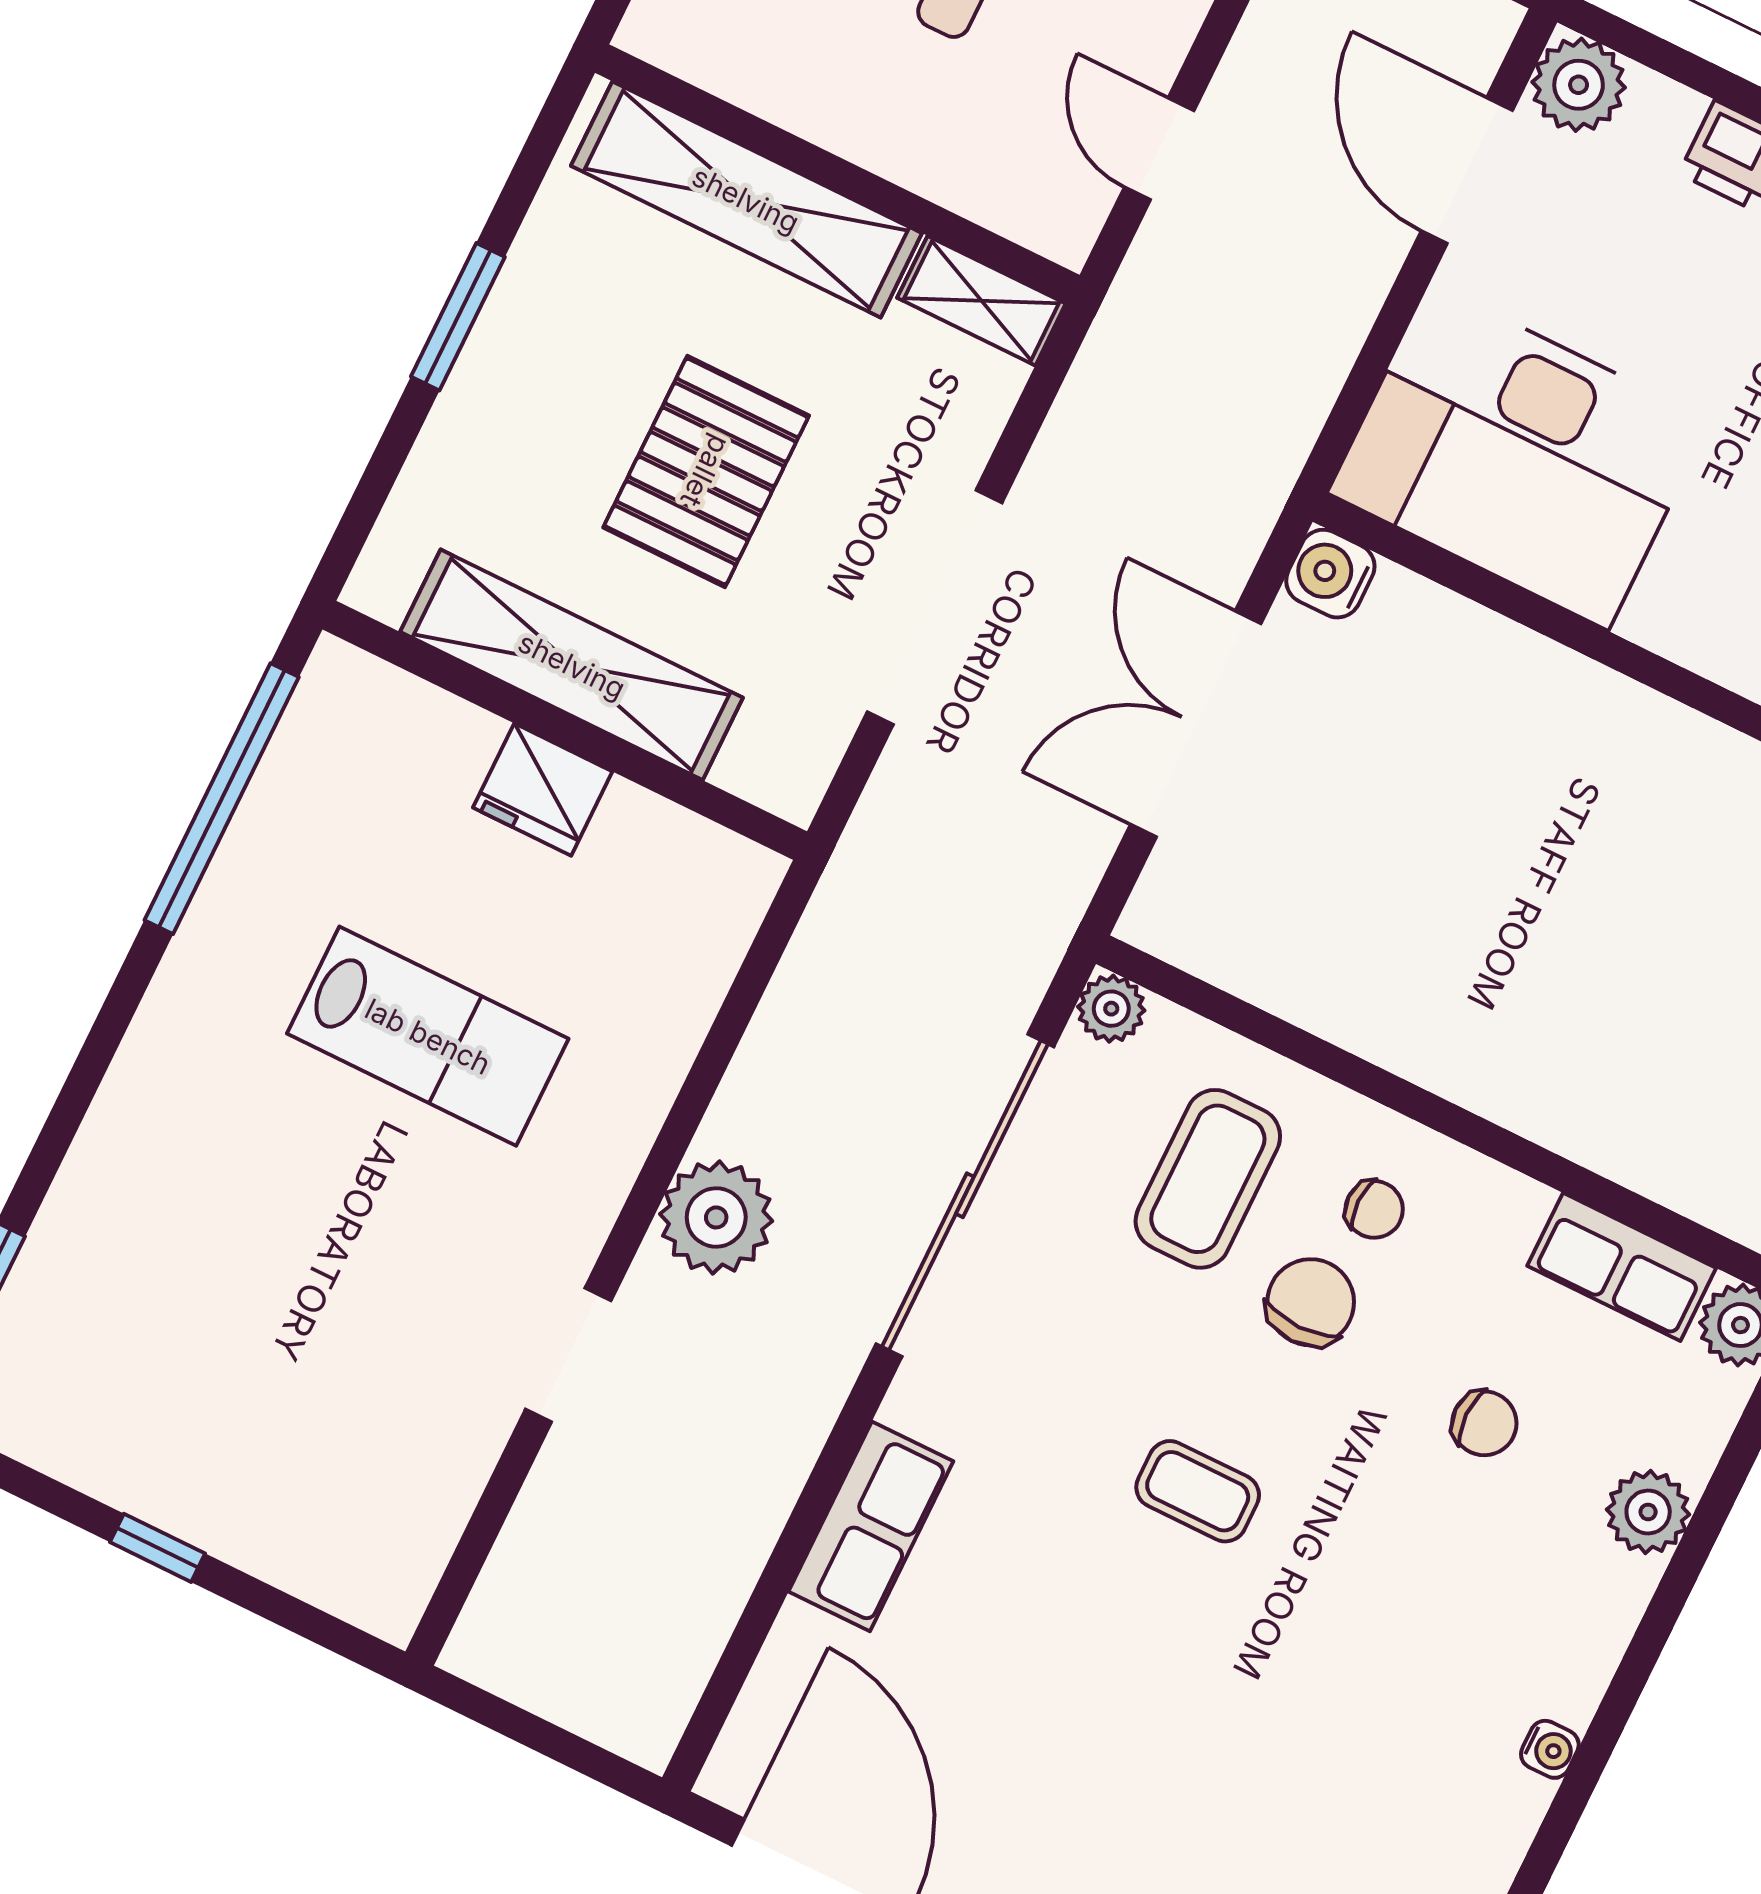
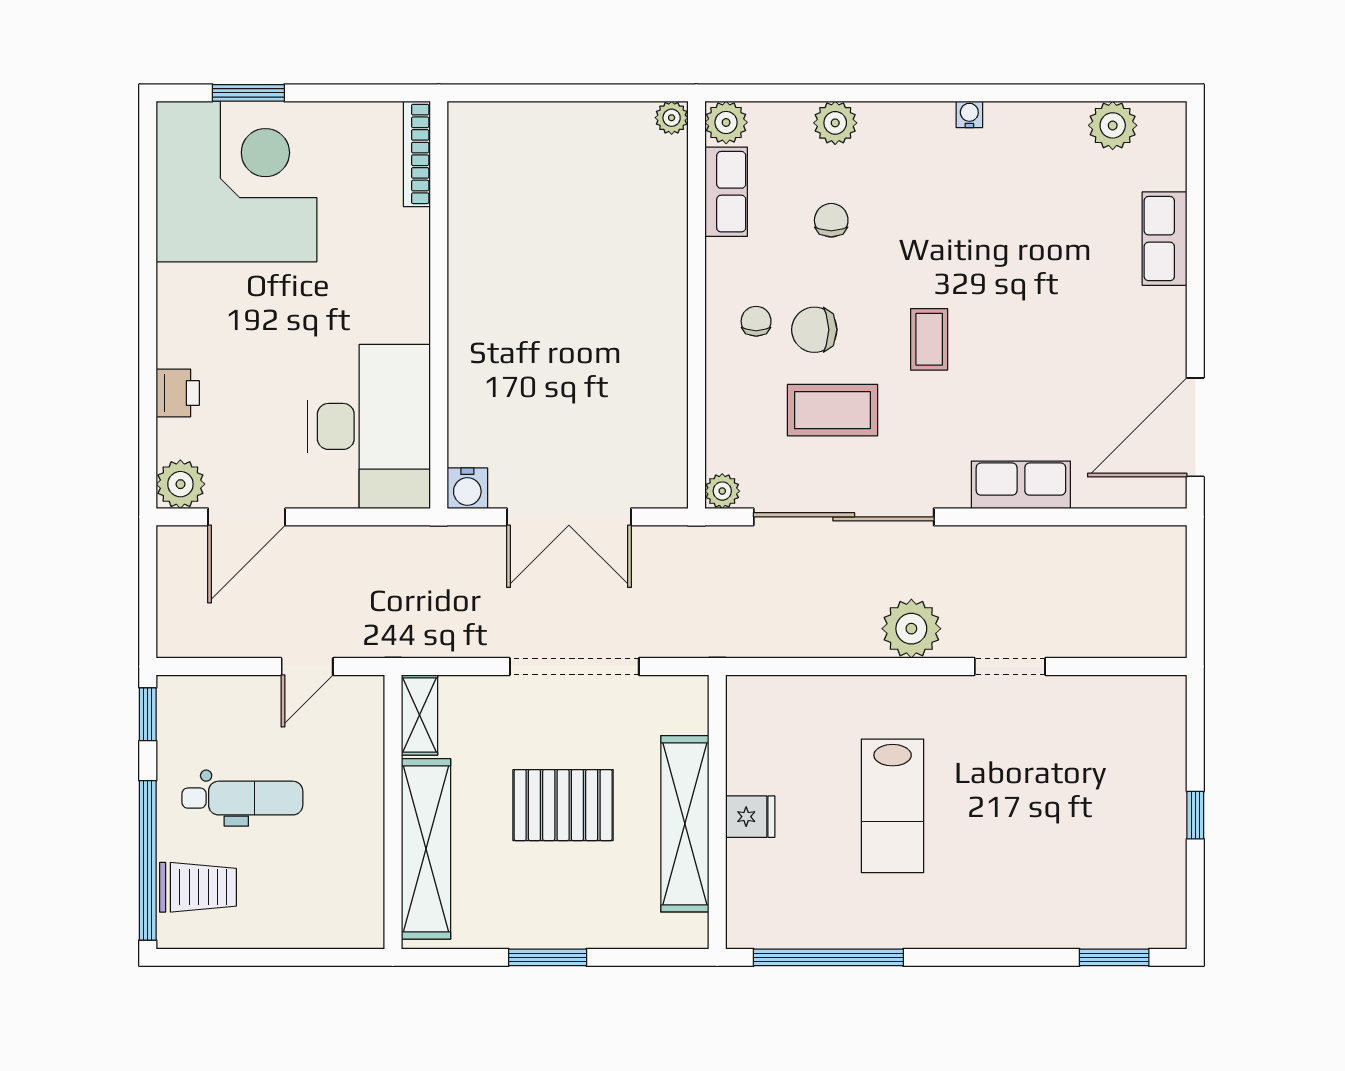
fridge: (543, 790) -> (750, 817), width x0.72
lab bench: (428, 1036) -> (893, 806), turned 180
coffee table: (1208, 1179) -> (832, 410), moved

